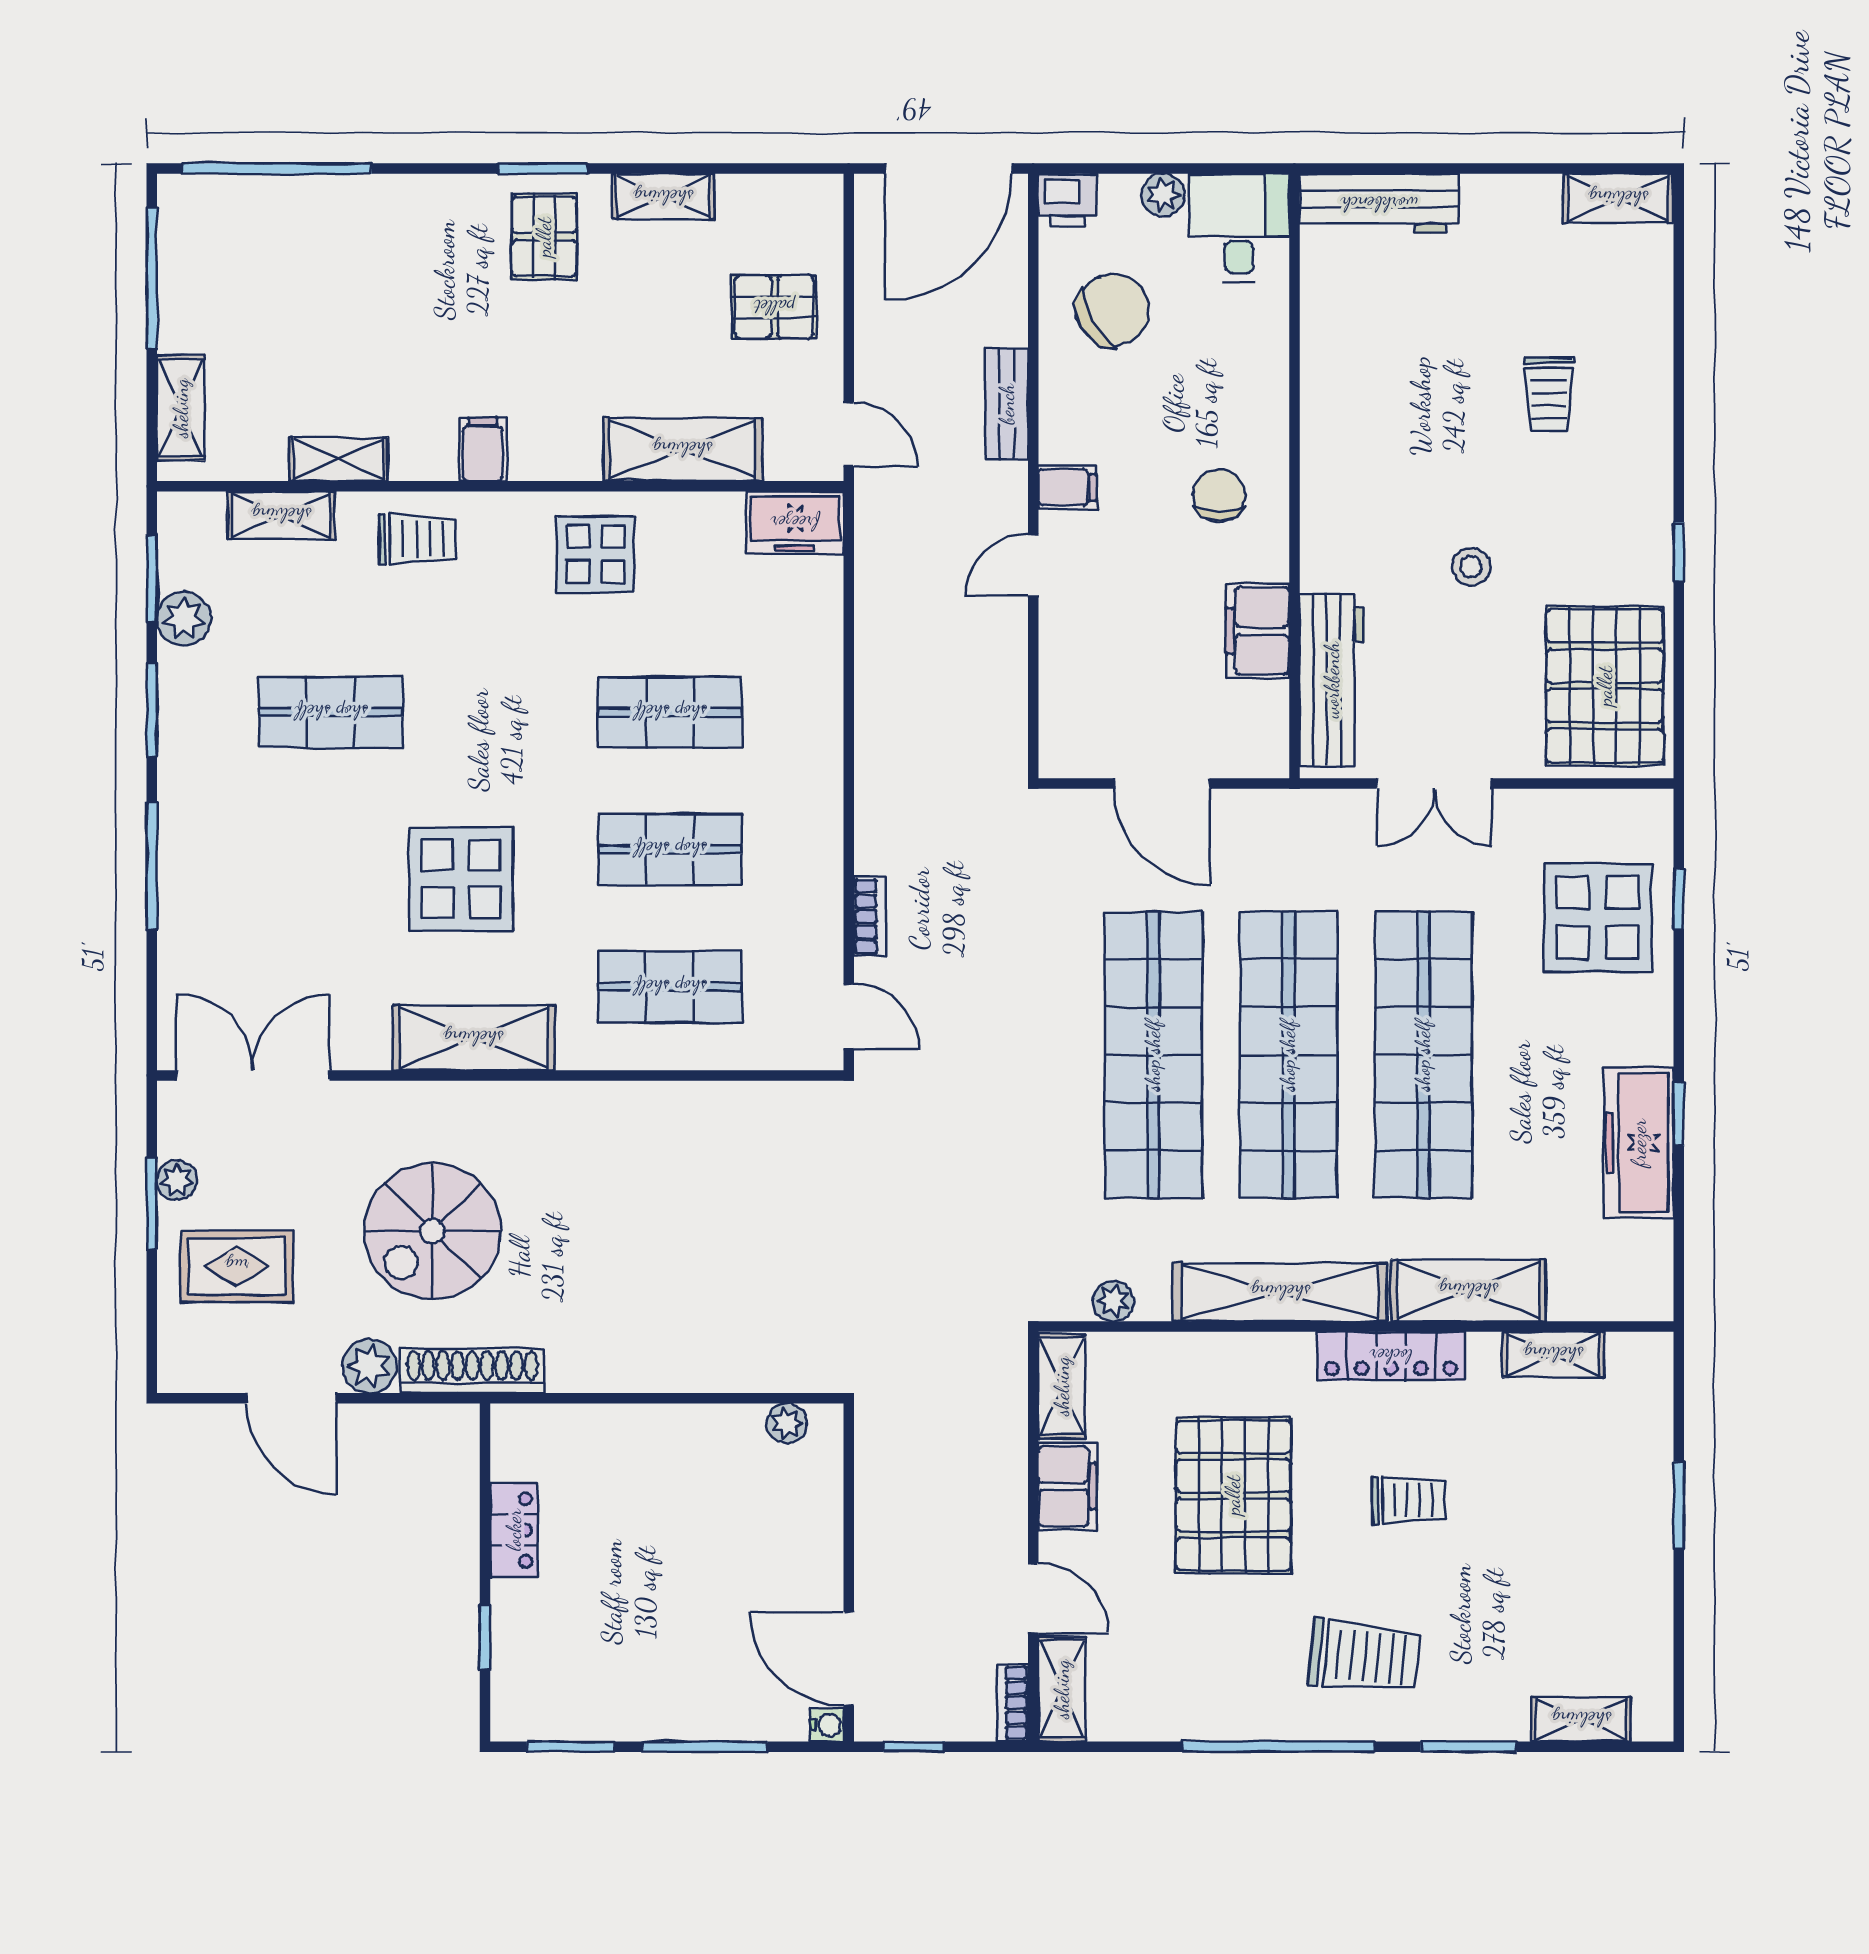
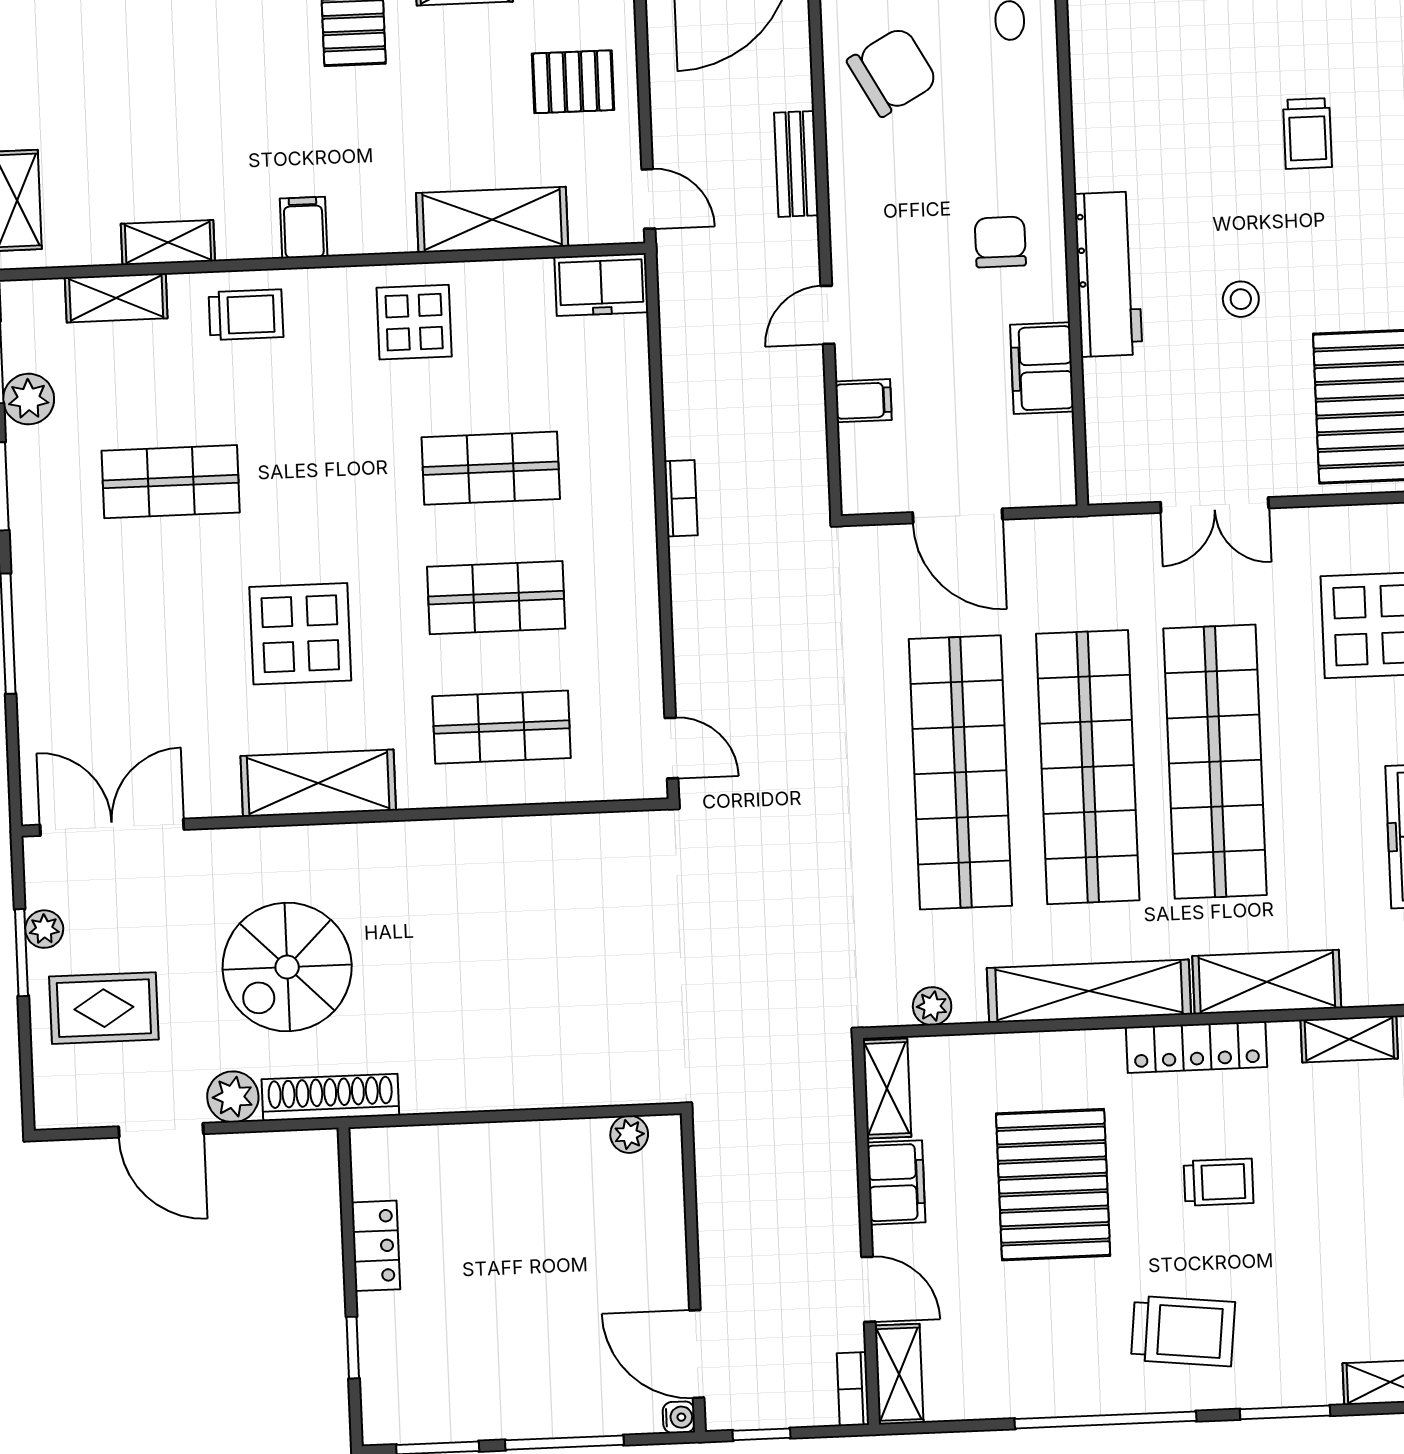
filing cabinet: (1067, 487) -> (863, 401), moved
workbench: (1332, 680) -> (1108, 274), moved
bookcase: (870, 916) -> (681, 498), moved

